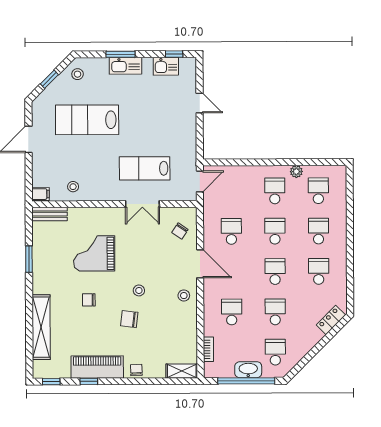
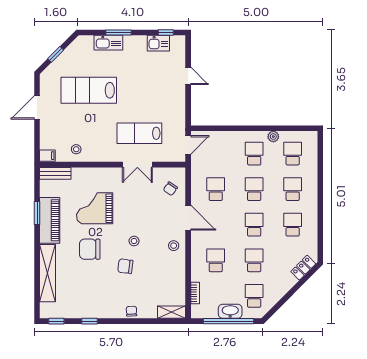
kitchen sink: (125, 66) -> (108, 43), moved
stool: (78, 74) -> (80, 50), removed
chair: (89, 300) -> (90, 249), width x1.87, depth x1.87
piano: (97, 367) -> (50, 220), moved, turned 90

